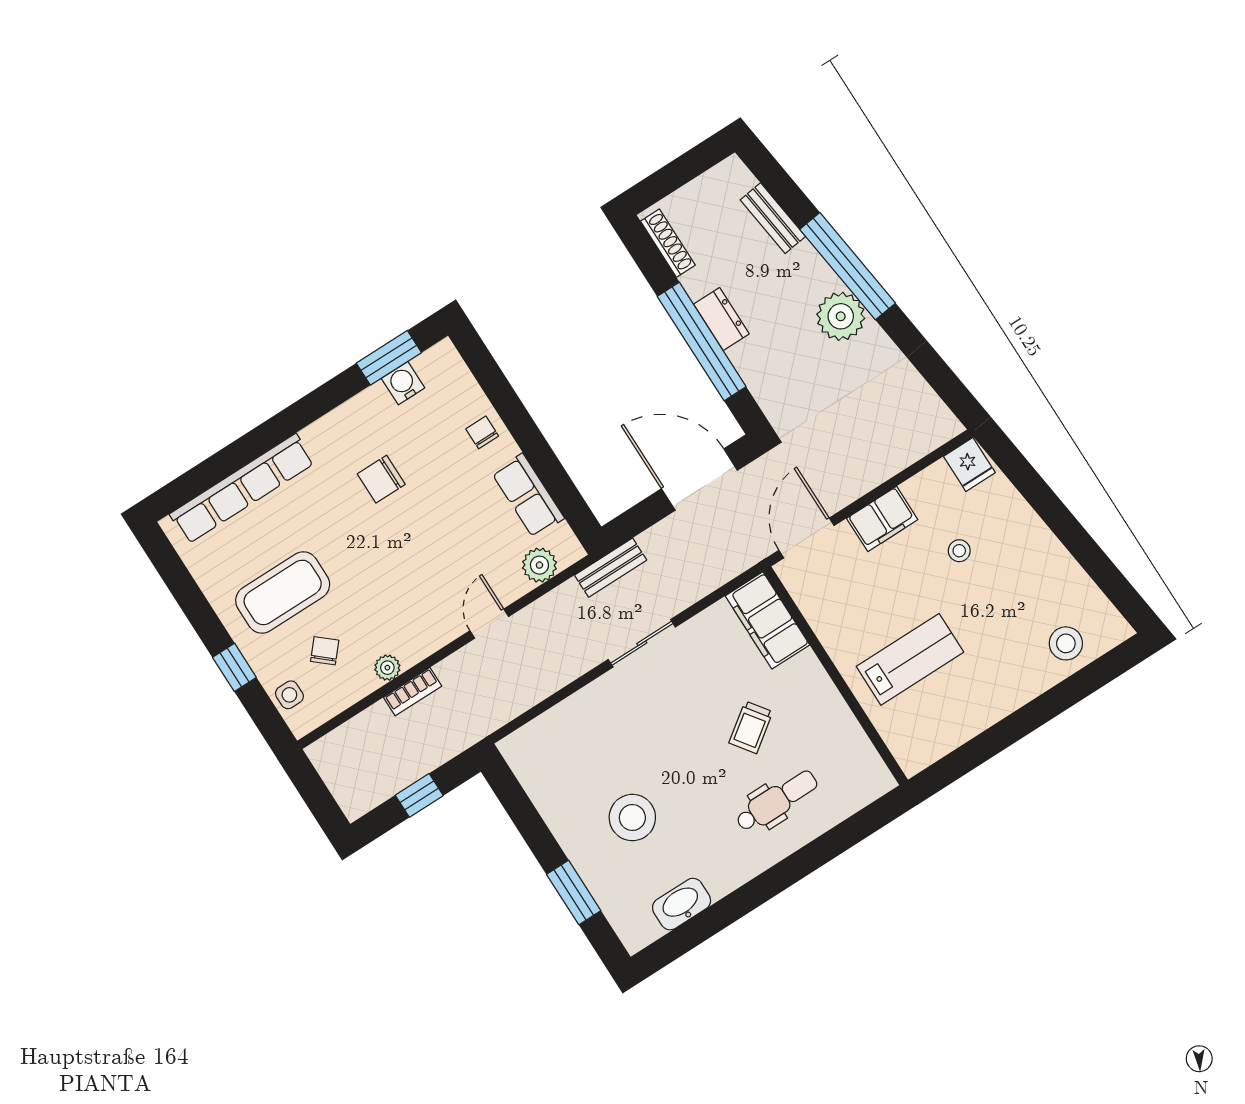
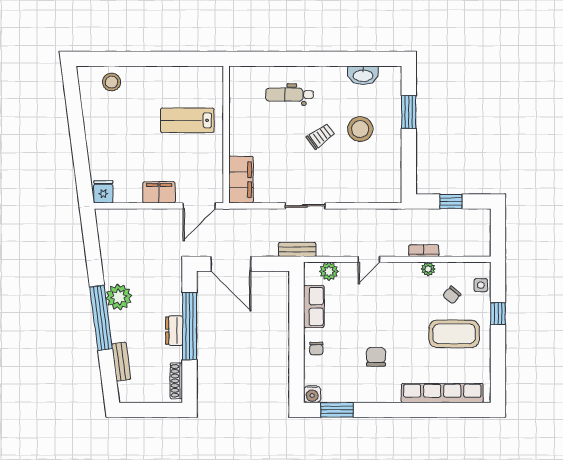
water cooler: (403, 383) -> (312, 394), moved
chair: (381, 479) -> (376, 357), turned -90
stool: (959, 551) -> (133, 155), removed
trolley: (751, 727) -> (321, 136), moved

